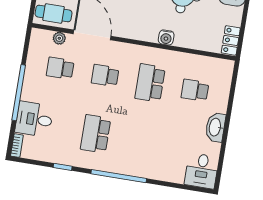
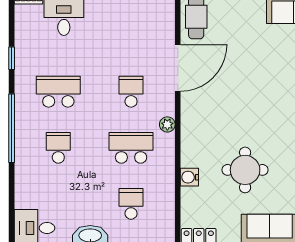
water cooler: (166, 37) -> (189, 177), moved
plant: (59, 38) -> (167, 124), moved
school desk: (60, 68) -> (58, 148), moved

